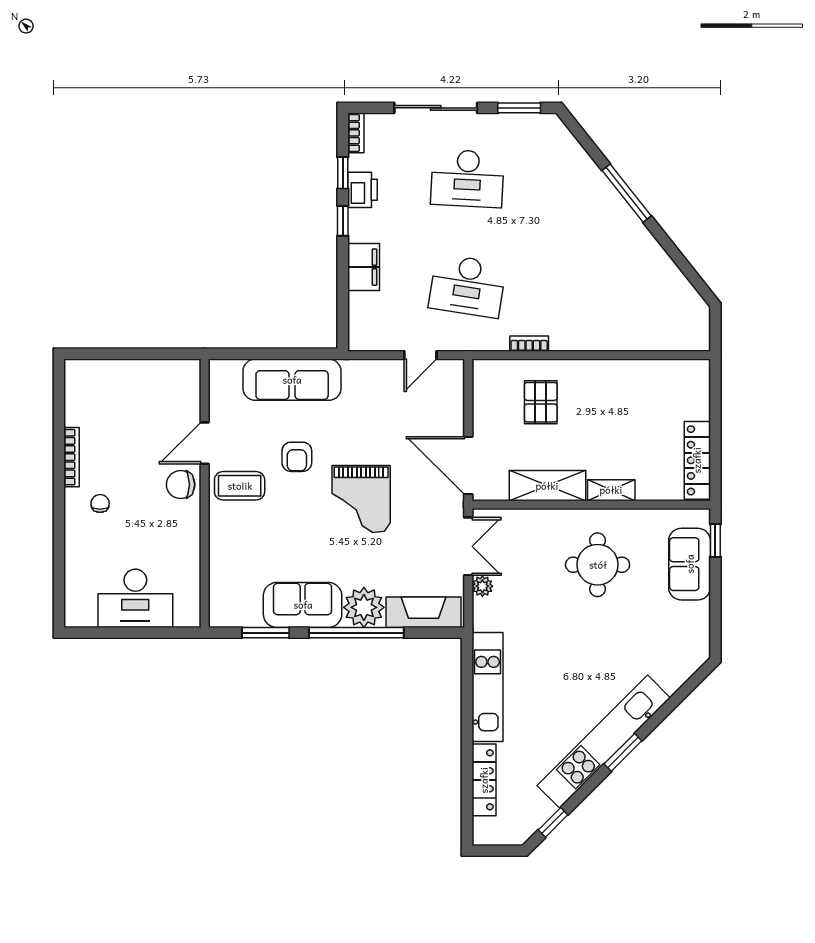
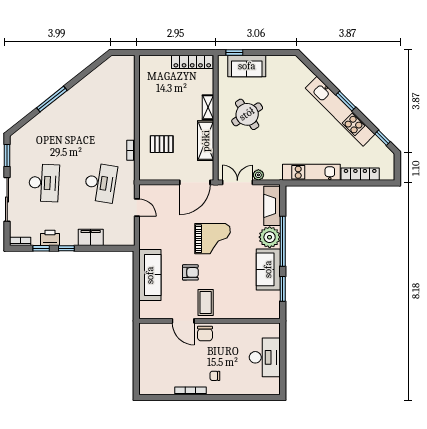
round table: (598, 565) -> (247, 114), turned -33

